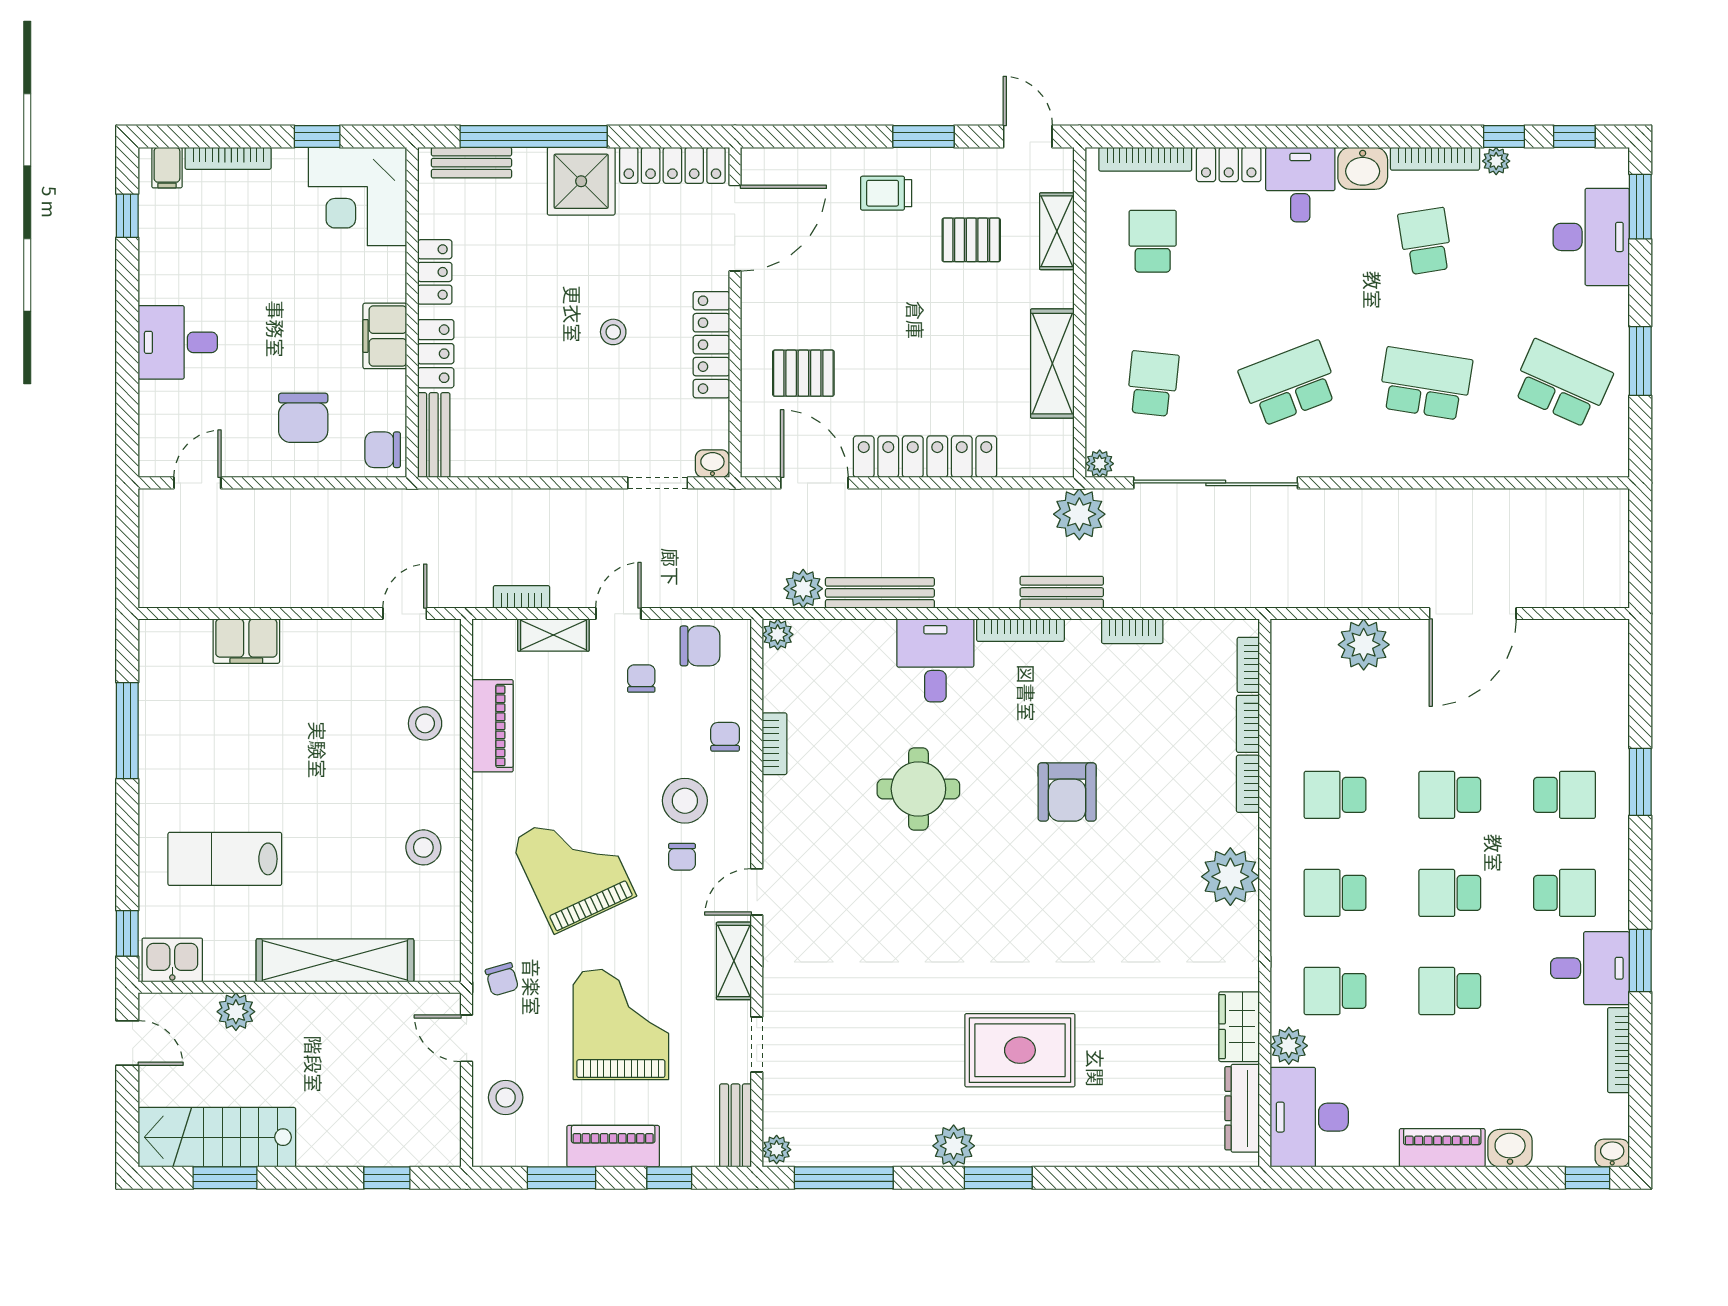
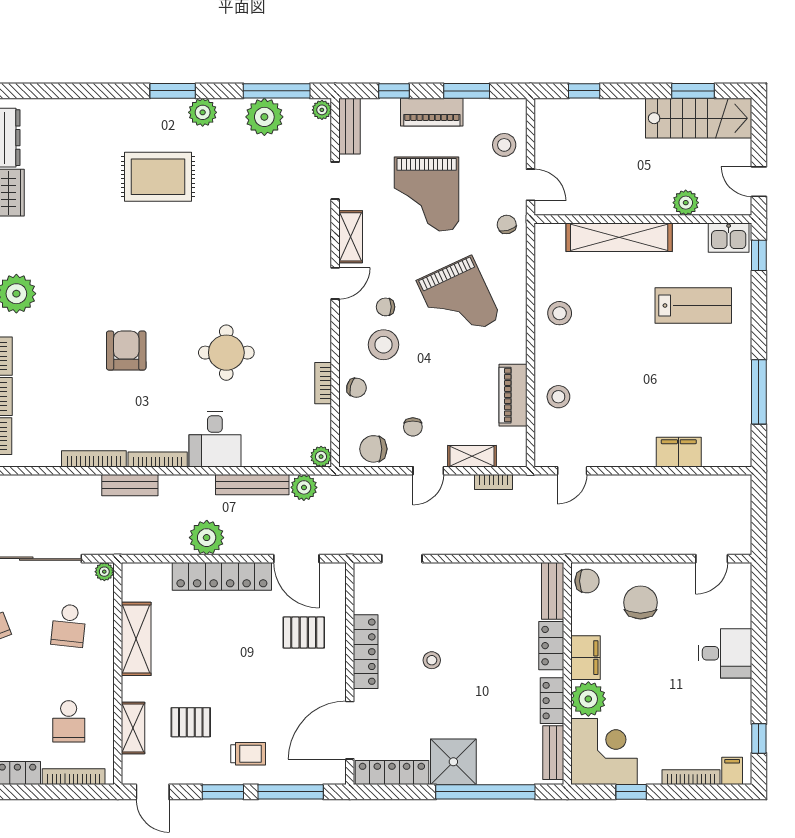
window: (823, 136) -> (291, 792), added
bench: (471, 163) -> (553, 753), moved, turned 90
plant: (381, 274) -> (588, 699), added
washbasin: (712, 464) -> (365, 572), removed
plant: (1079, 514) -> (207, 538), moved
bookcase: (1132, 631) -> (94, 459), width x1.56
chair: (725, 737) -> (356, 388), turned -76
chair: (682, 857) -> (386, 307), turned -90
plant: (862, 1139) -> (264, 117), added

